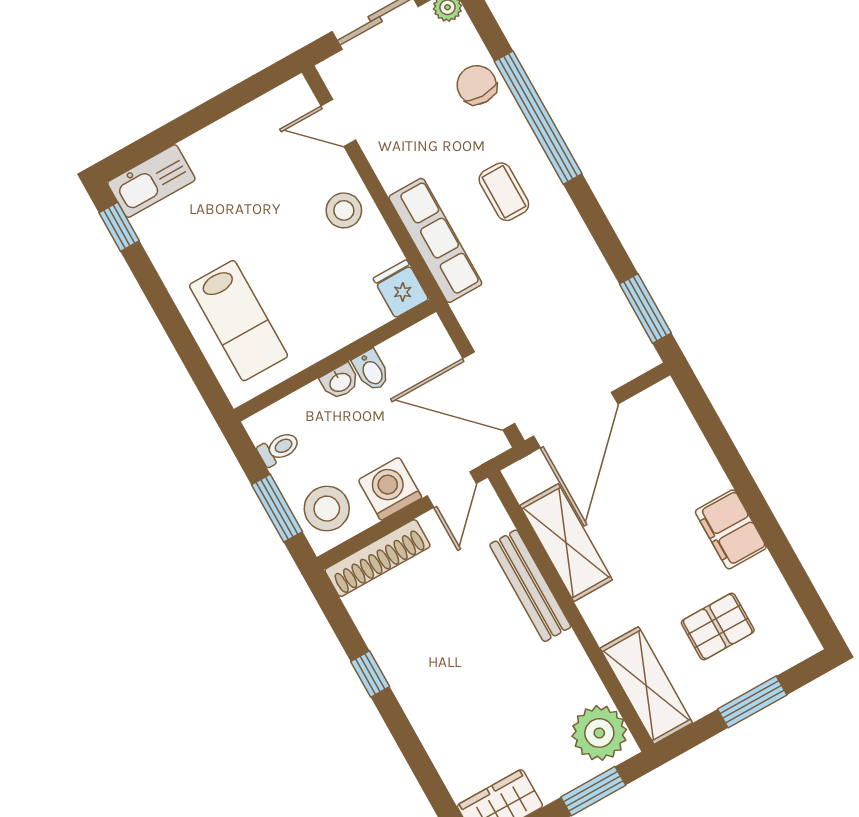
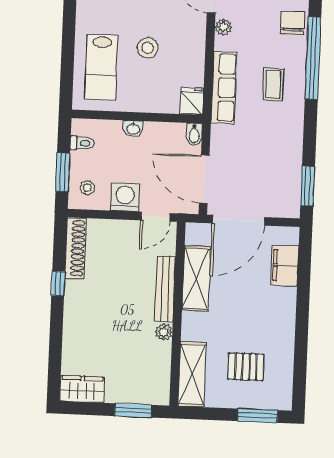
plant: (380, 153) -> (223, 27), added
stool: (344, 210) -> (148, 48), moved
bidet: (371, 370) -> (194, 134), moved
stool: (327, 509) -> (87, 188), width x0.53, depth x0.53
filing cabinet: (731, 529) -> (285, 266), moved
shoe rack: (377, 558) -> (75, 248), moved, turned -90
window: (752, 702) -> (258, 416), moved
plant: (599, 733) -> (164, 332), moved, width x0.53, depth x0.53

